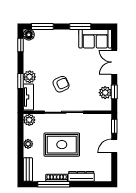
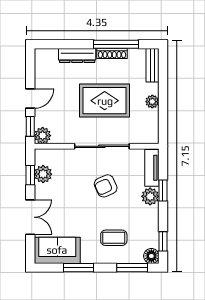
coffee table: (55, 48) -> (114, 238), added
plant: (29, 120) -> (43, 136), moved

